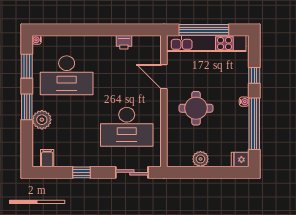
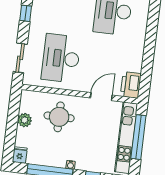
printer: (124, 42) -> (131, 85), moved, width x1.87, depth x1.48
round table: (196, 108) -> (59, 117), moved

